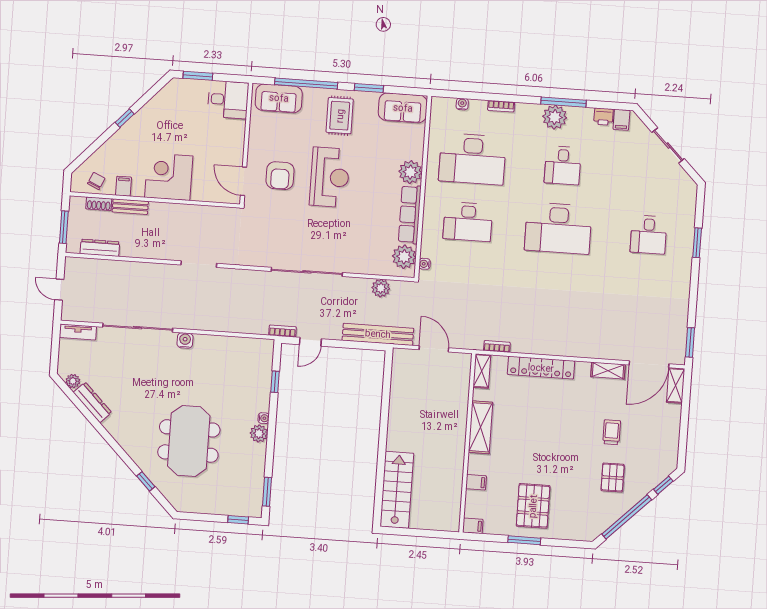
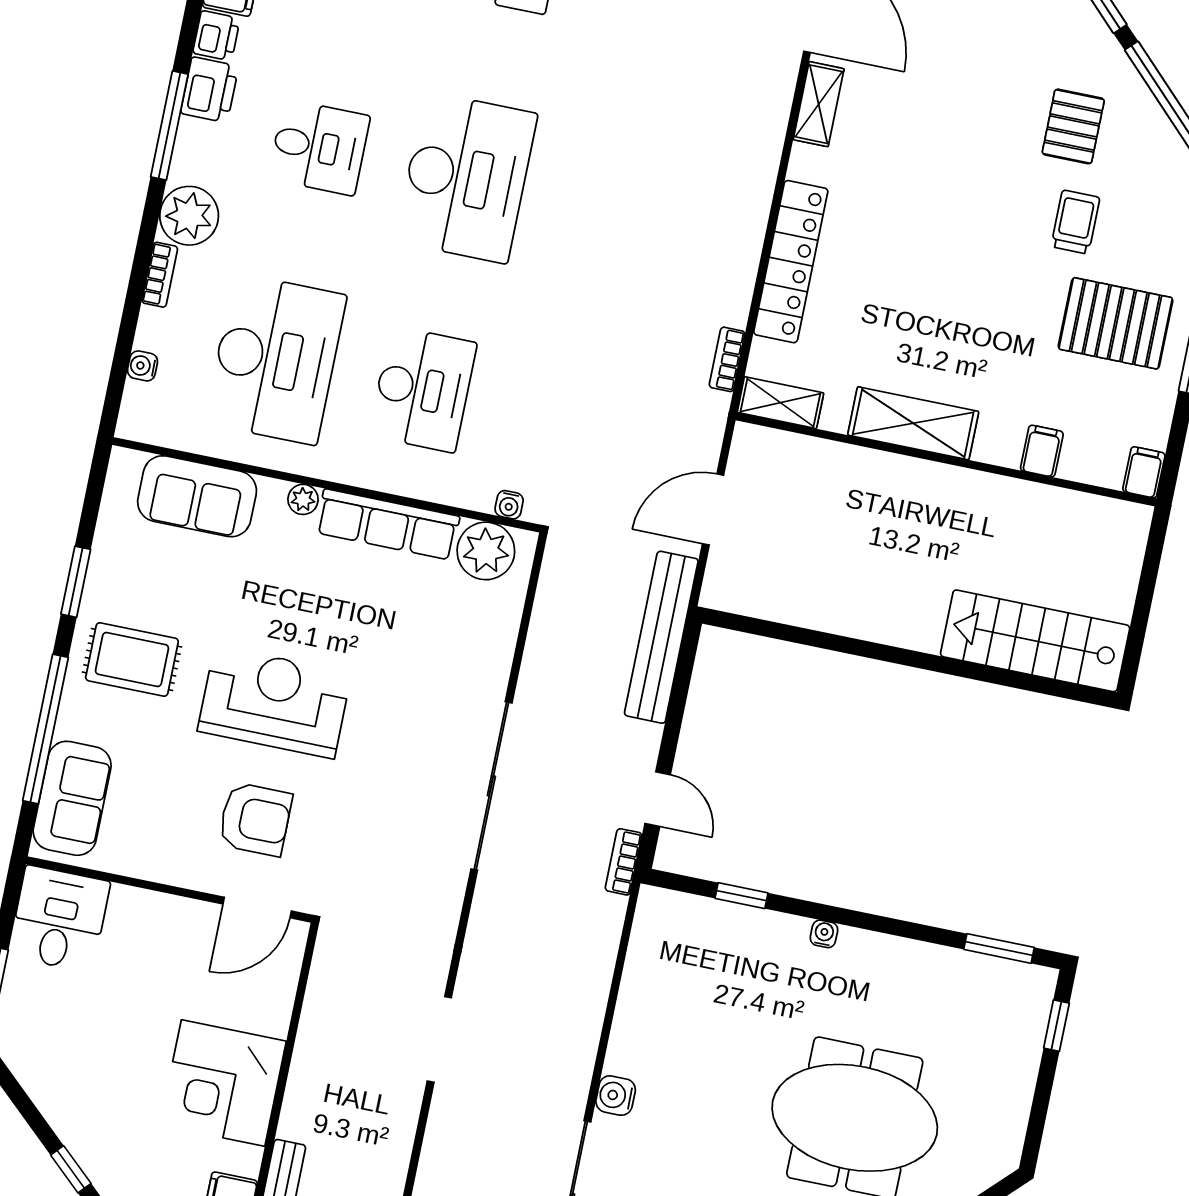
sofa: (403, 108) -> (197, 496), moved, turned 90
plant: (555, 117) -> (189, 216), moved
printer: (581, 117) -> (210, 90), added
plant: (410, 172) -> (303, 499), width x0.53, depth x0.53
plant: (381, 288) -> (553, 616), removed
trolley: (612, 432) -> (1075, 222), moved, turned 90
plant: (259, 434) -> (859, 950), removed
pallet: (613, 478) -> (1073, 126), turned 90

